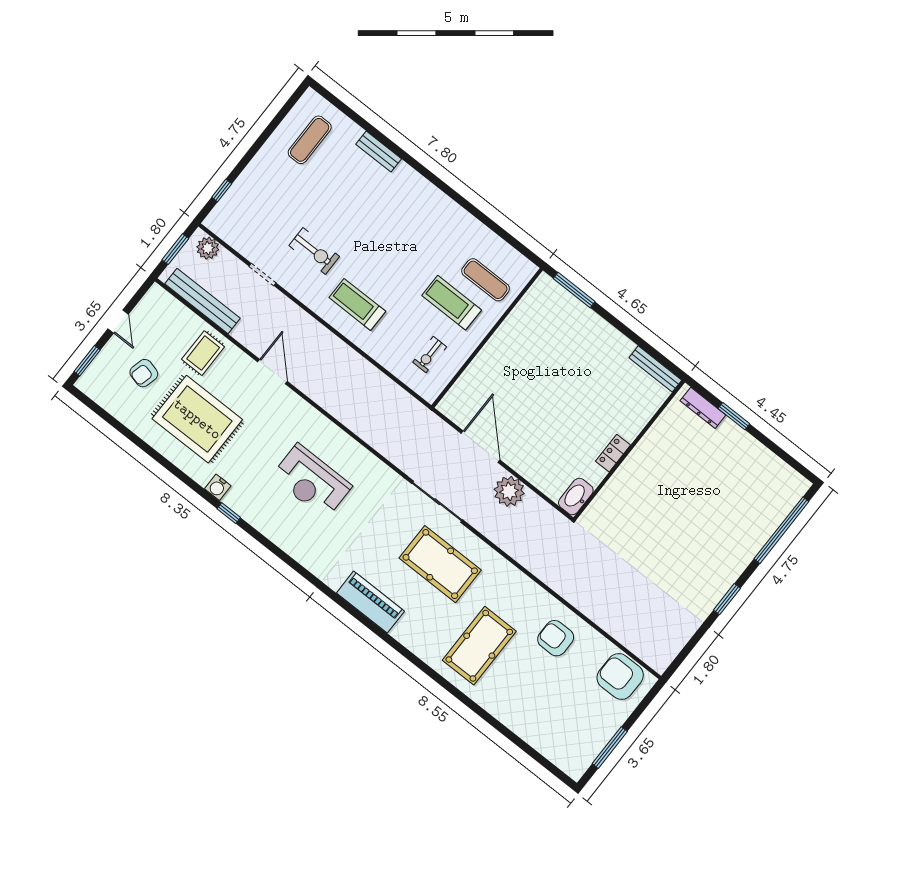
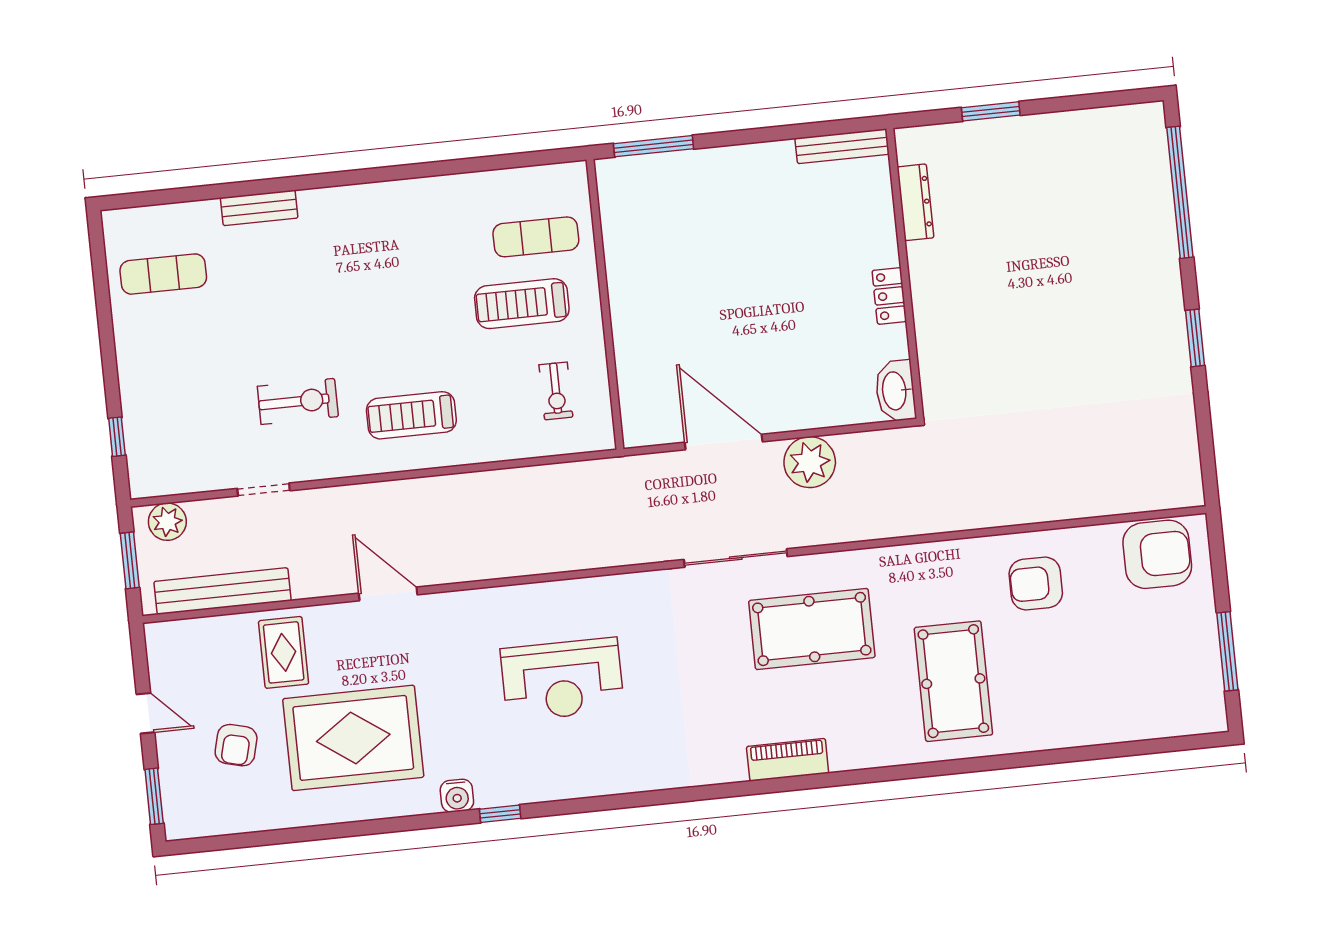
exercise mat: (310, 140) -> (163, 274), turned 90
dresser: (703, 408) -> (915, 202), moved, turned -90
piano: (370, 602) -> (788, 760), width x0.73, depth x0.75
armchair: (620, 676) -> (1157, 554), turned 180

